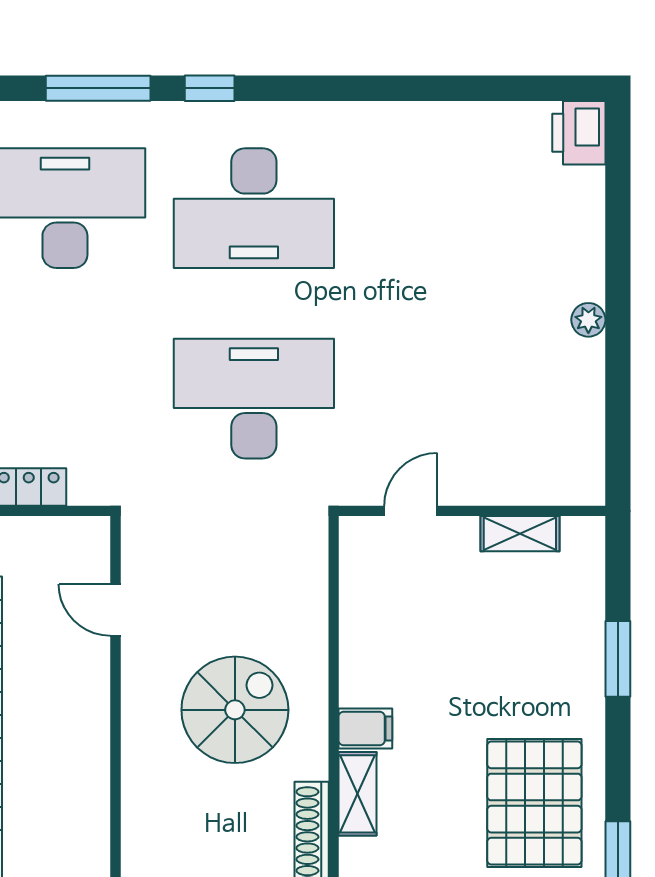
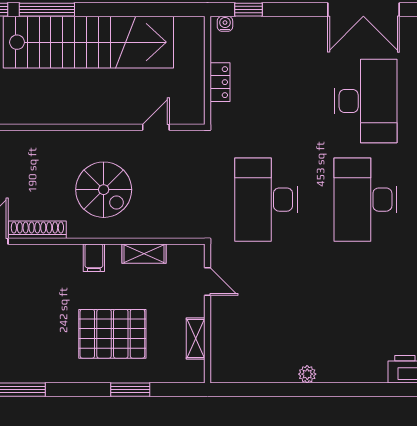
desk: (254, 399) -> (266, 200), turned 180
shelving: (357, 794) -> (144, 254), moved
pallet: (534, 803) -> (112, 334), moved

